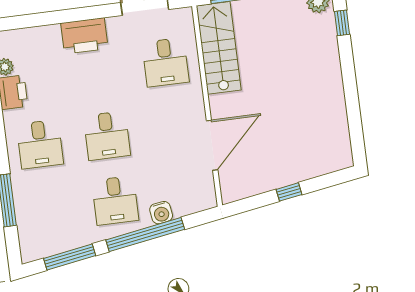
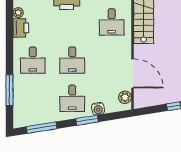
door: (212, 145) -> (133, 73), hinge flipped
plant: (204, 187) -> (125, 97), added
window: (145, 235) -> (87, 120), width x0.47

